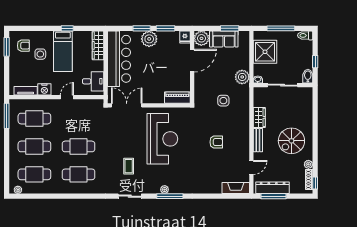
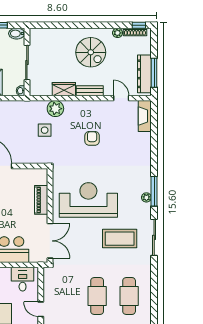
plant: (242, 77) -> (55, 109), moved
piano: (177, 98) -> (41, 200), moved
double door: (127, 105) -> (50, 241), swing flipped
coffee table: (129, 166) -> (120, 239), width x1.86, depth x1.72
sliding door: (130, 196) -> (154, 237), width x1.37

